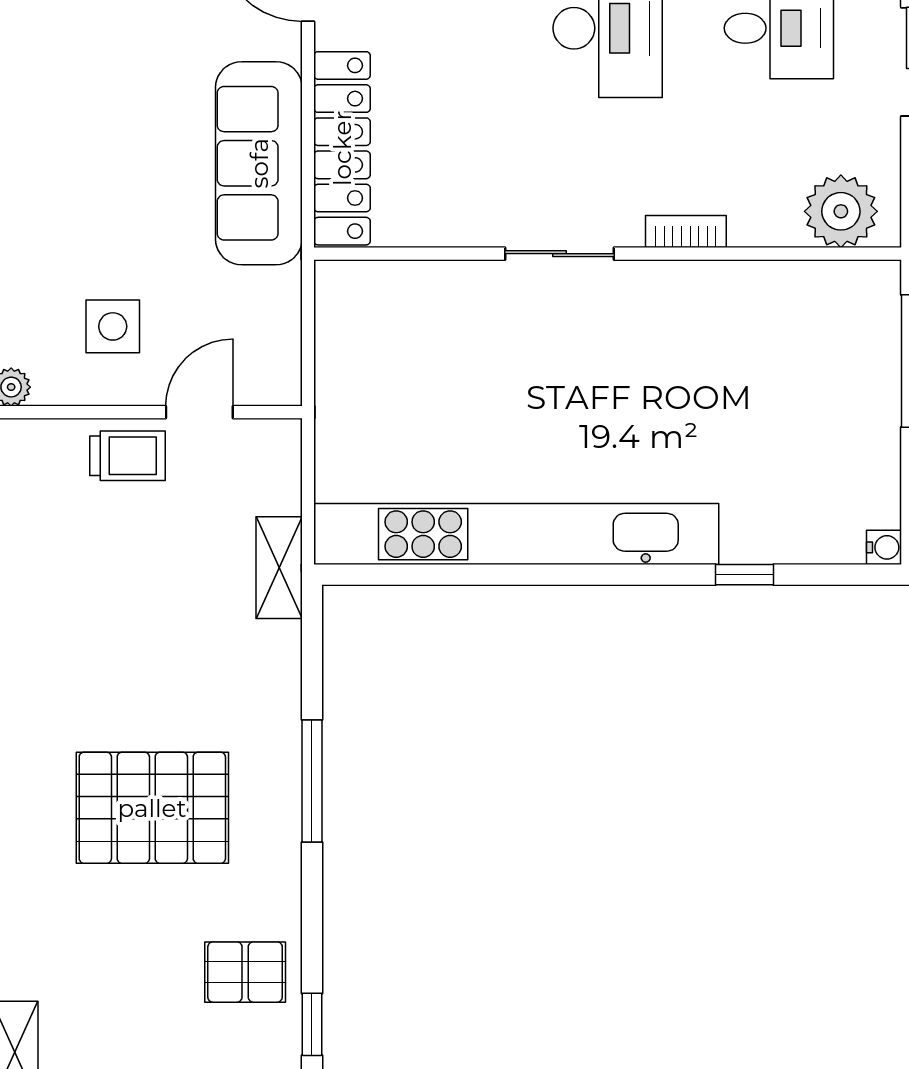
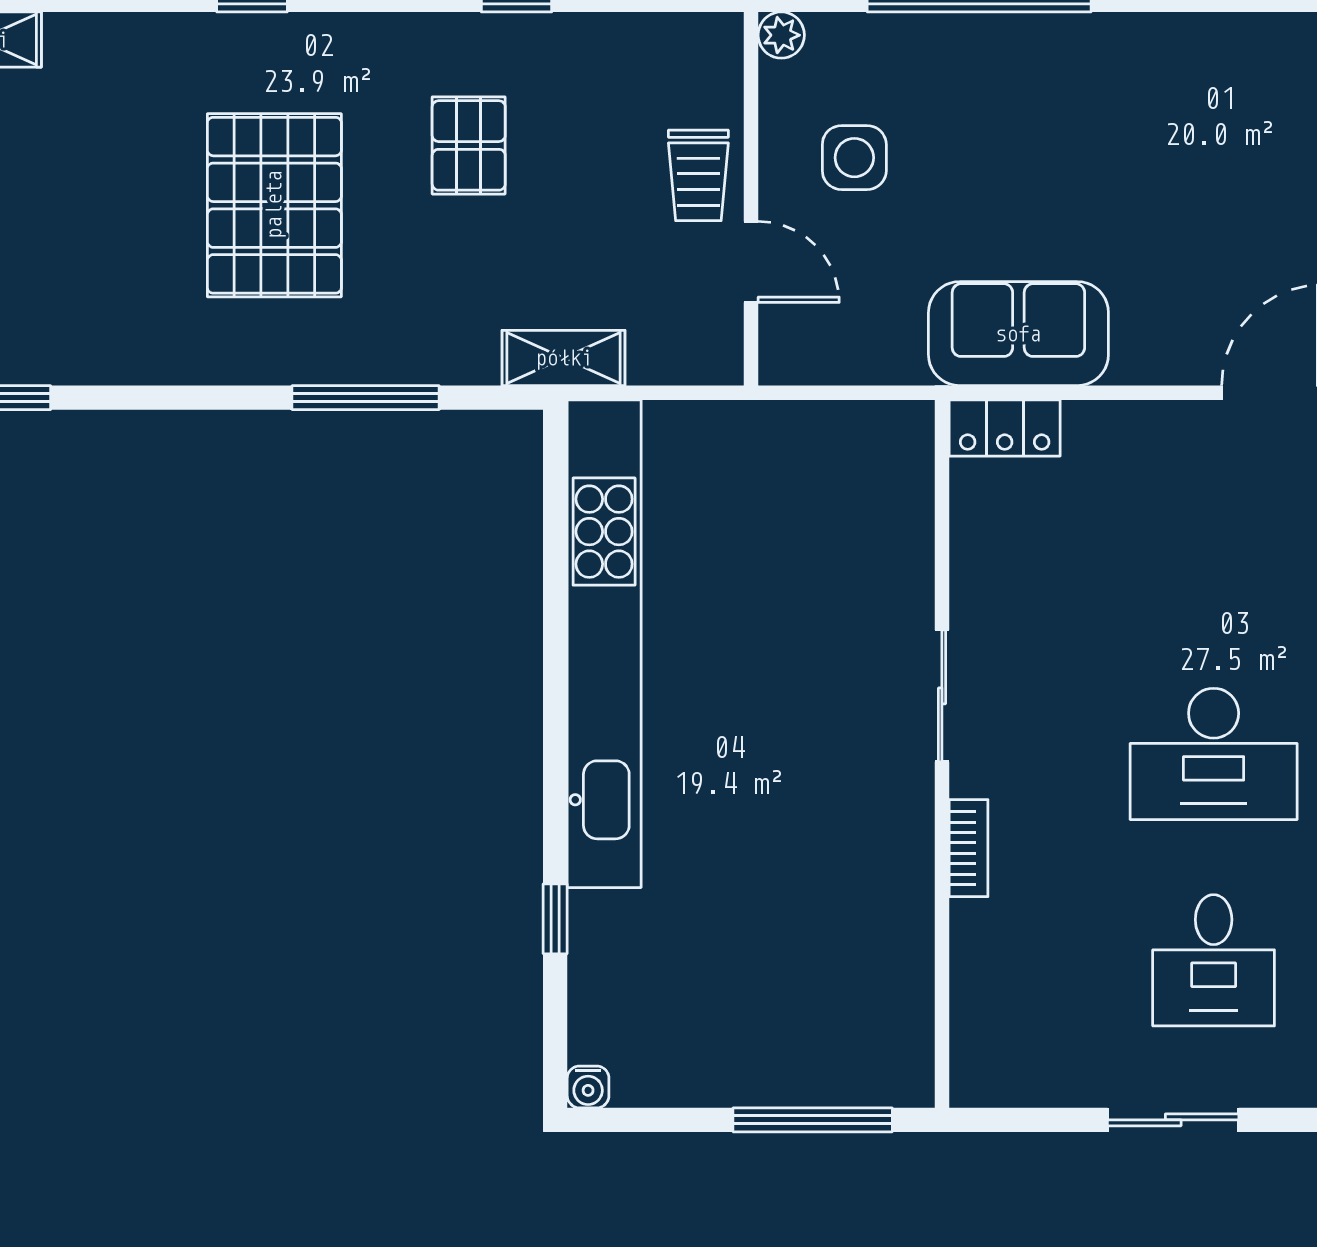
locker: (342, 148) -> (1005, 428), width x0.46, depth x0.83
sofa: (259, 163) -> (1018, 334), width x0.73
plant: (841, 211) -> (993, 1035), removed
window: (312, 781) -> (366, 398), moved
pallet: (245, 972) -> (469, 145), moved

